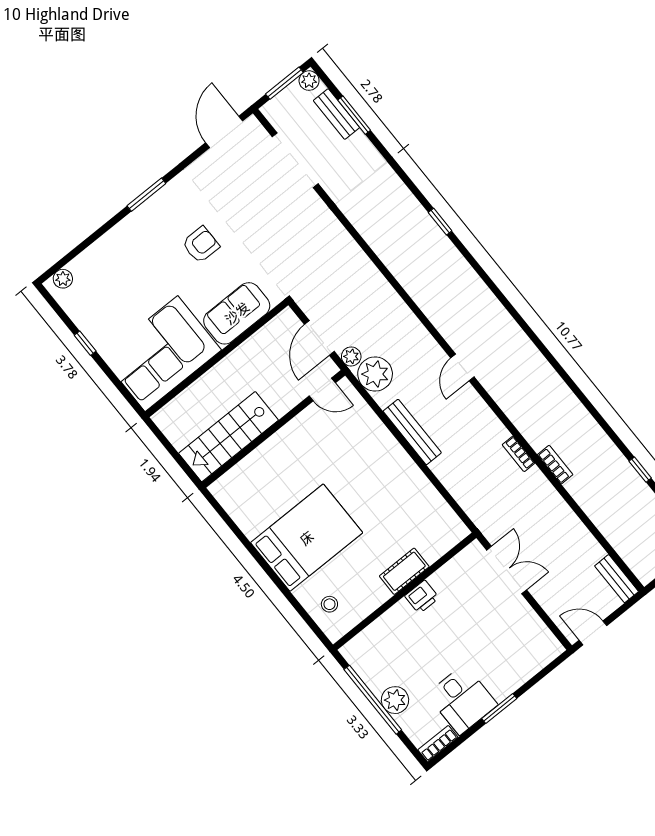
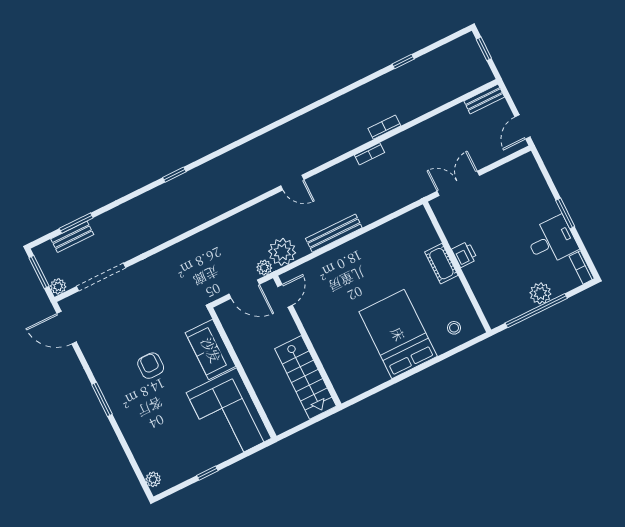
plant: (309, 81) -> (58, 286), moved

